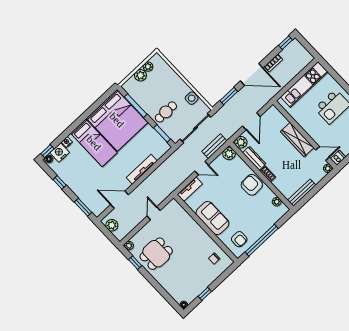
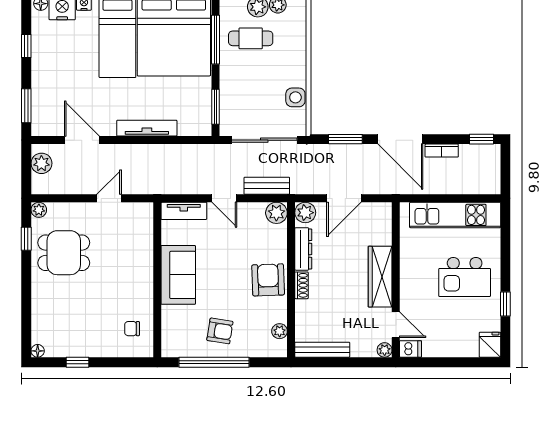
cafe table: (166, 112) -> (251, 38), moved
armchair: (239, 239) -> (220, 331), moved, turned -81

